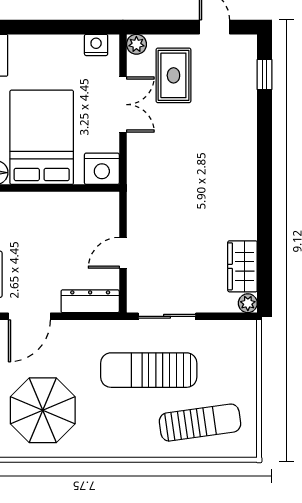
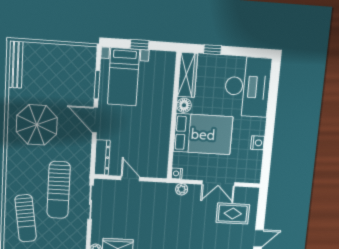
plant: (136, 44) -> (182, 189), moved
nightstand: (96, 45) -> (257, 143), moved
nightstand: (102, 169) -> (177, 173), width x0.53, depth x0.56
sun lounger: (149, 370) -> (59, 190), turned 180

